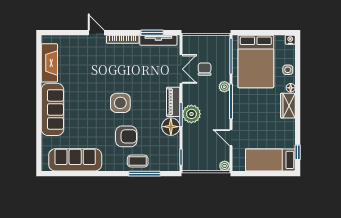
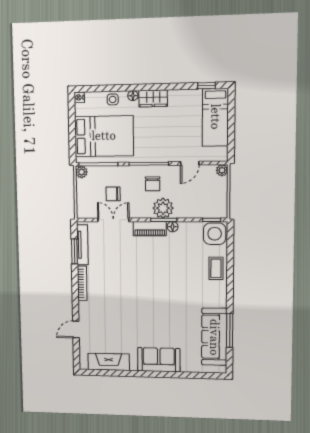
door: (96, 33) -> (76, 329), moved
plant: (224, 87) -> (82, 172), moved
side table: (120, 103) -> (215, 234), moved
chair: (213, 105) -> (153, 184), added
sofa: (53, 109) -> (159, 360), width x0.73
floor lamp: (171, 127) -> (173, 227), width x0.53, depth x0.53
armchair: (126, 136) -> (188, 281), removed
window: (145, 174) -> (230, 330), moved

